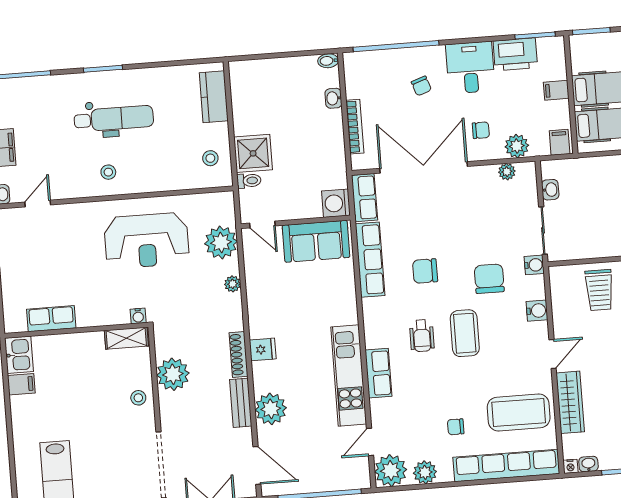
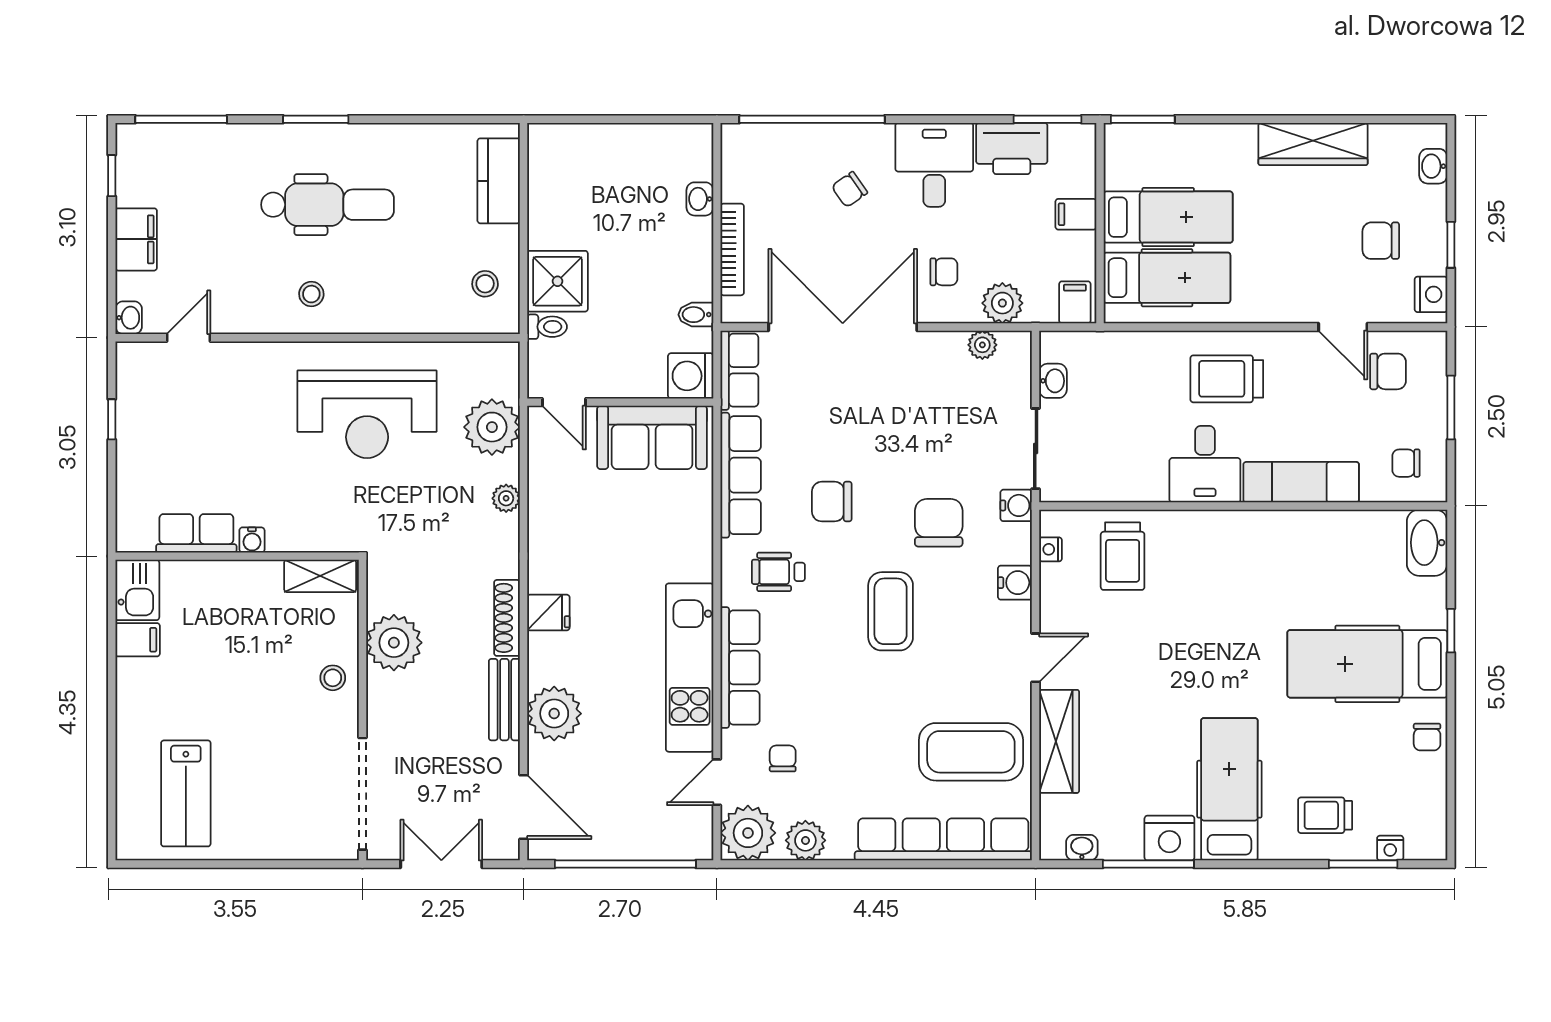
bidet: (328, 61) -> (696, 315), moved
chair: (421, 86) -> (850, 189), turned 74
water cooler: (138, 316) -> (252, 540), moved
wheelchair: (422, 336) -> (778, 572), moved, turned 90
row of seats: (378, 373) -> (740, 667), width x1.48
chair: (456, 427) -> (783, 758), moved, turned 90
nightstand: (570, 466) -> (1050, 549), moved, turned 90

